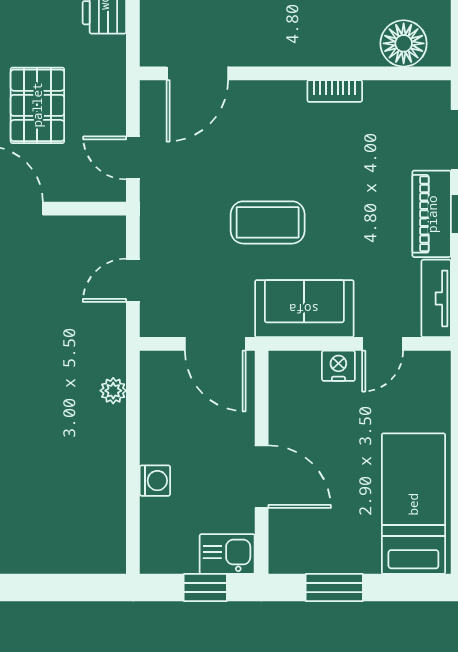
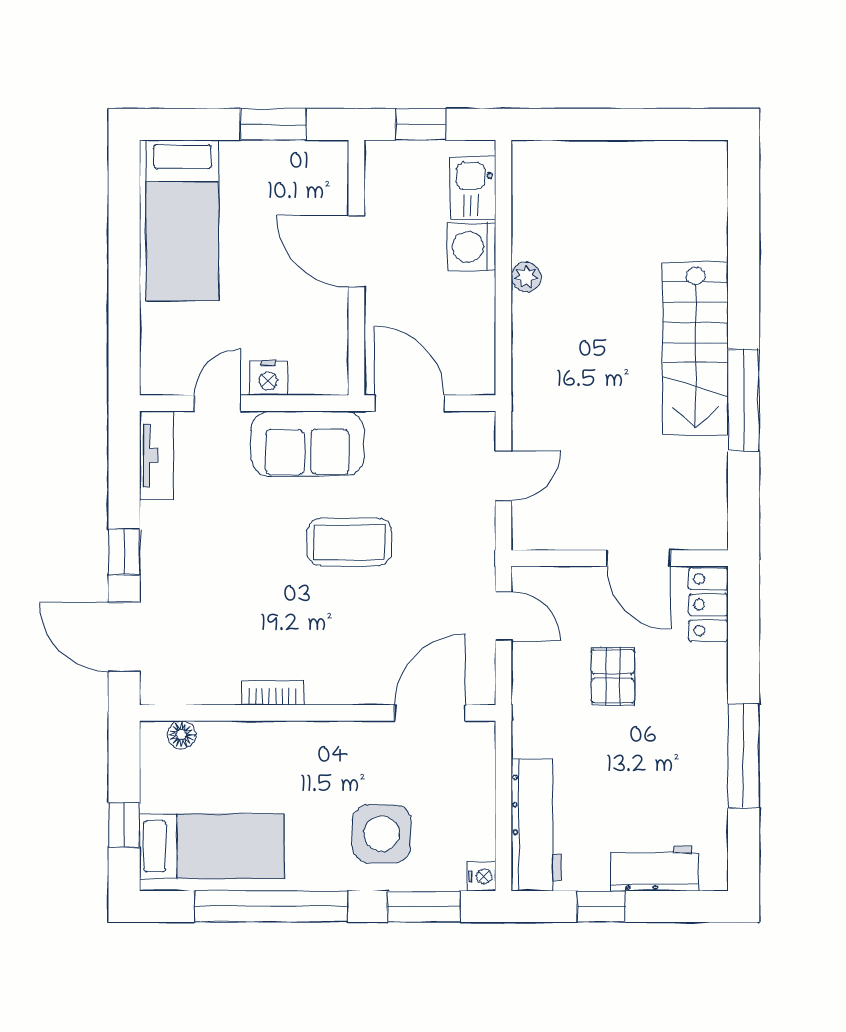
floor lamp: (404, 43) -> (181, 735), width x0.53, depth x0.53
pallet: (37, 105) -> (613, 676), width x0.67, depth x0.71
piano: (432, 214) -> (162, 552), removed
plant: (113, 391) -> (526, 277), moved
washing machine: (155, 481) -> (472, 247), width x1.38, depth x1.38
kitchen sink: (227, 554) -> (473, 188), moved, turned 90

